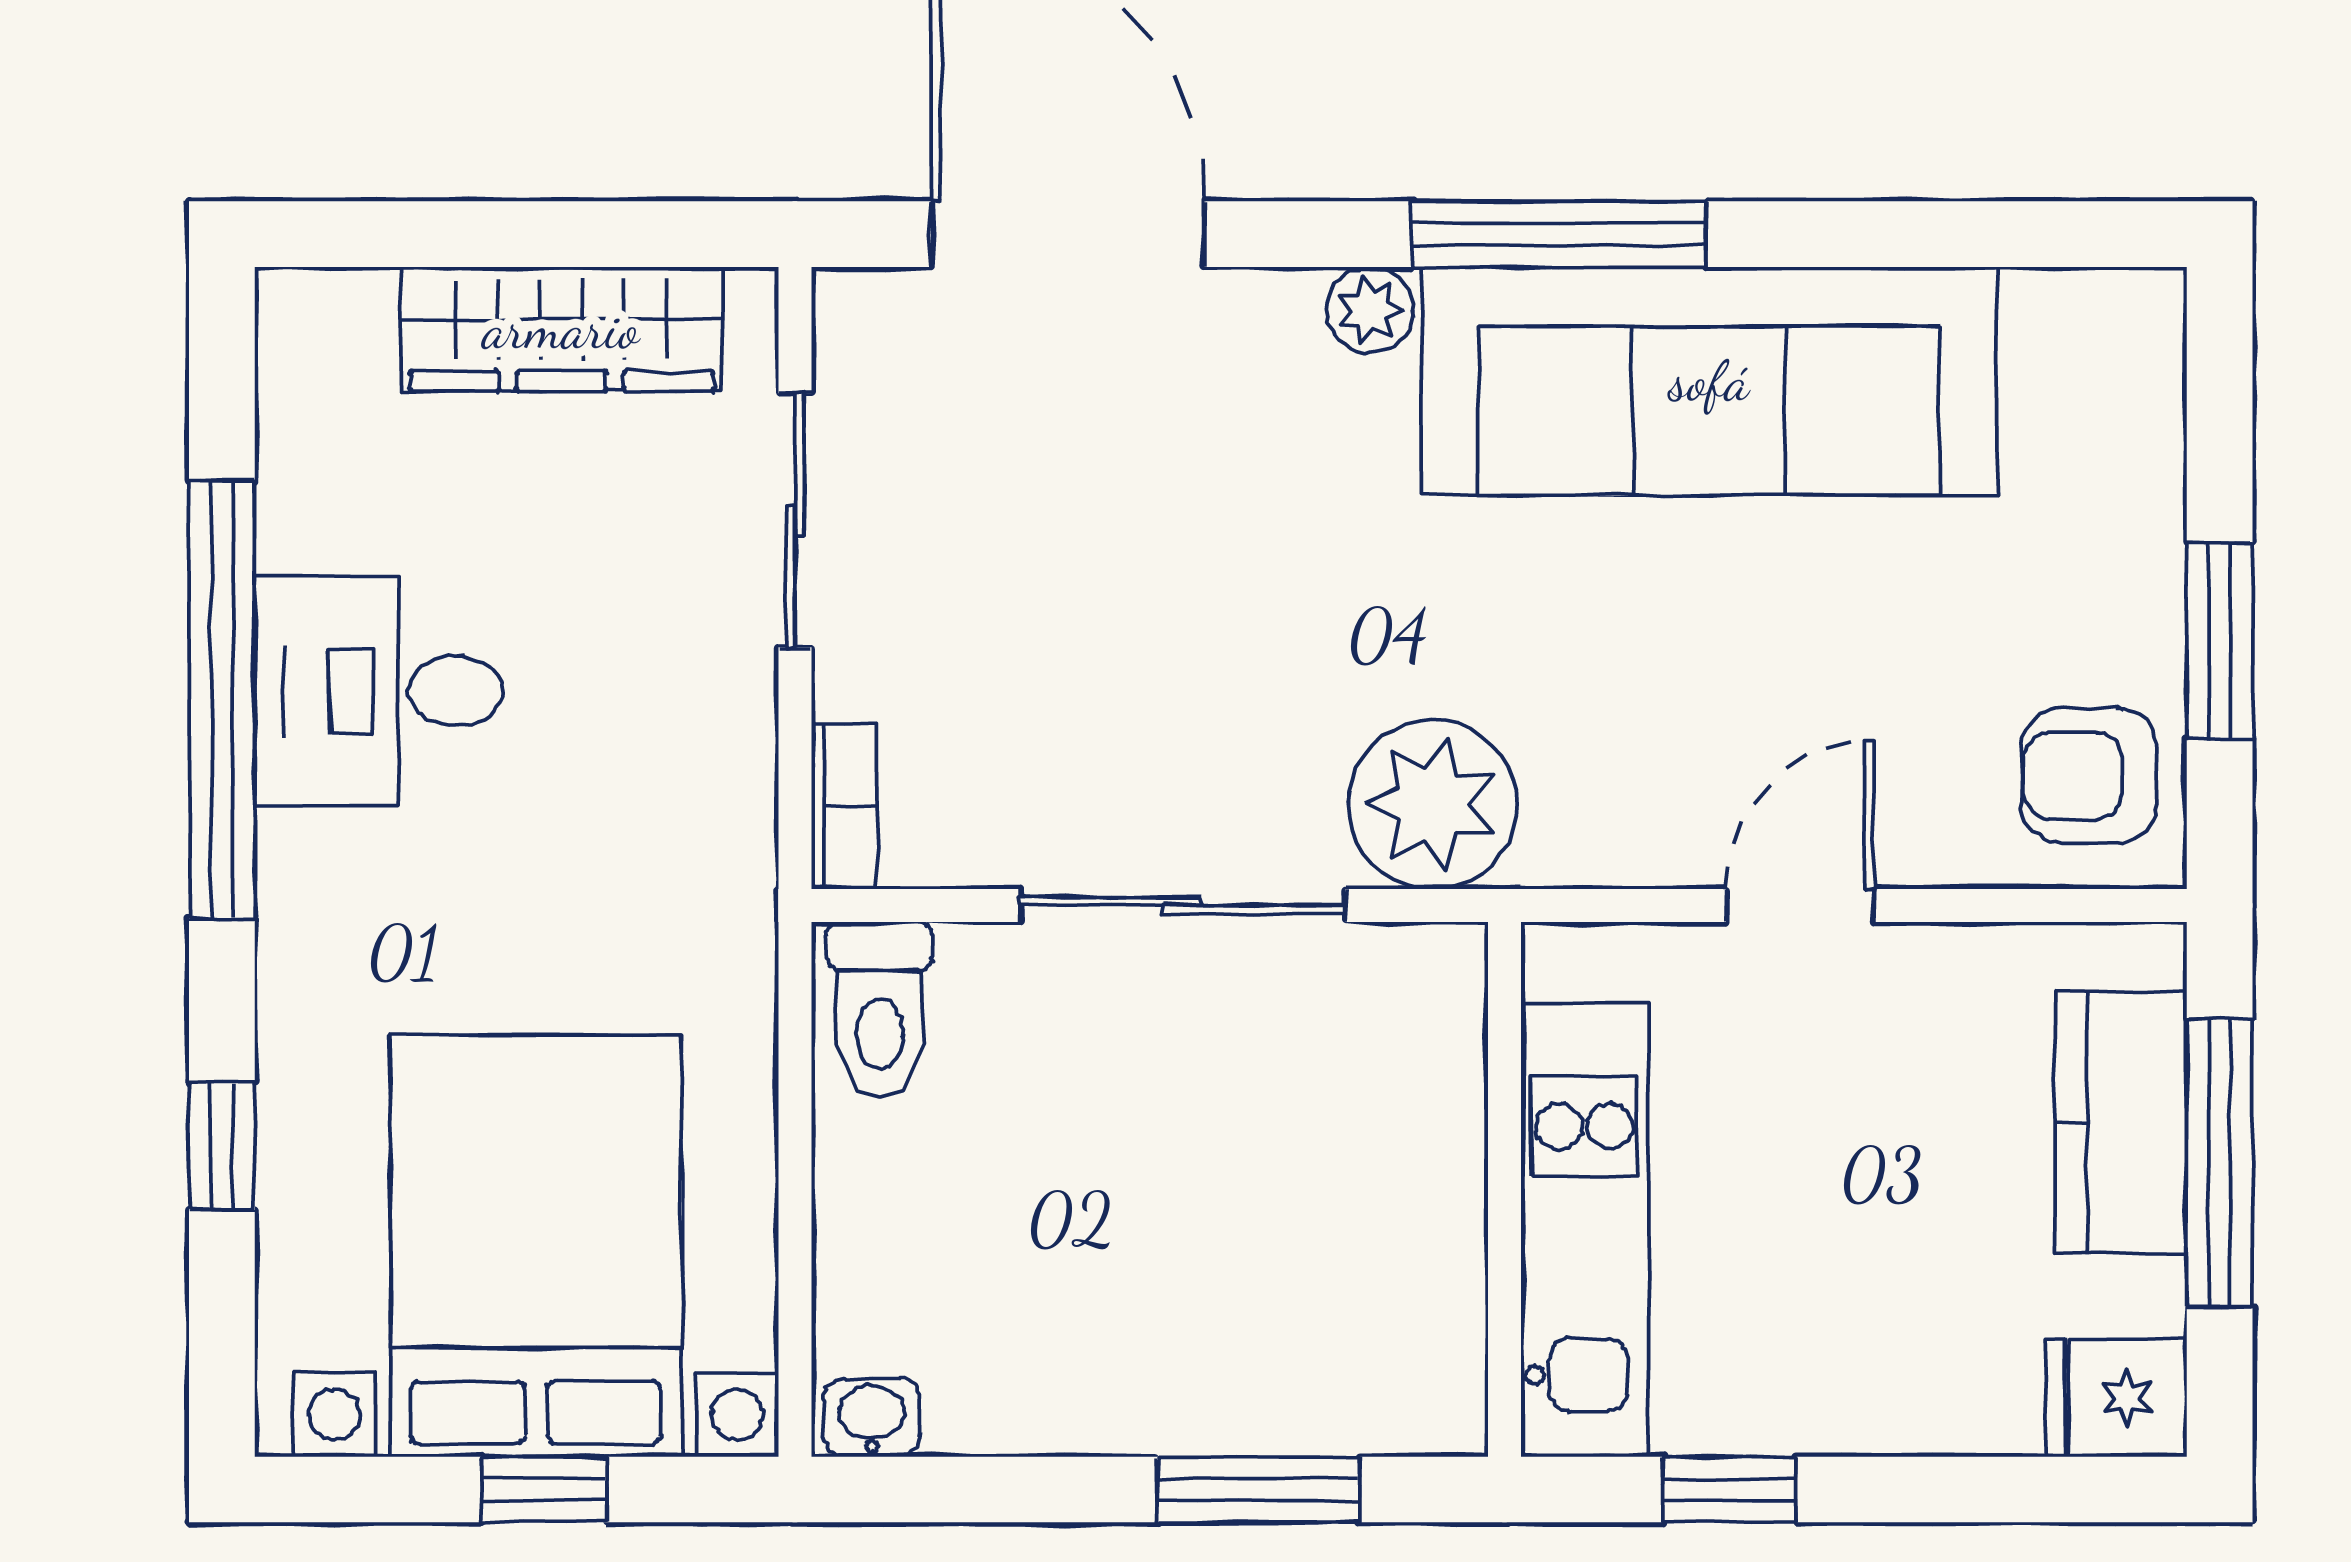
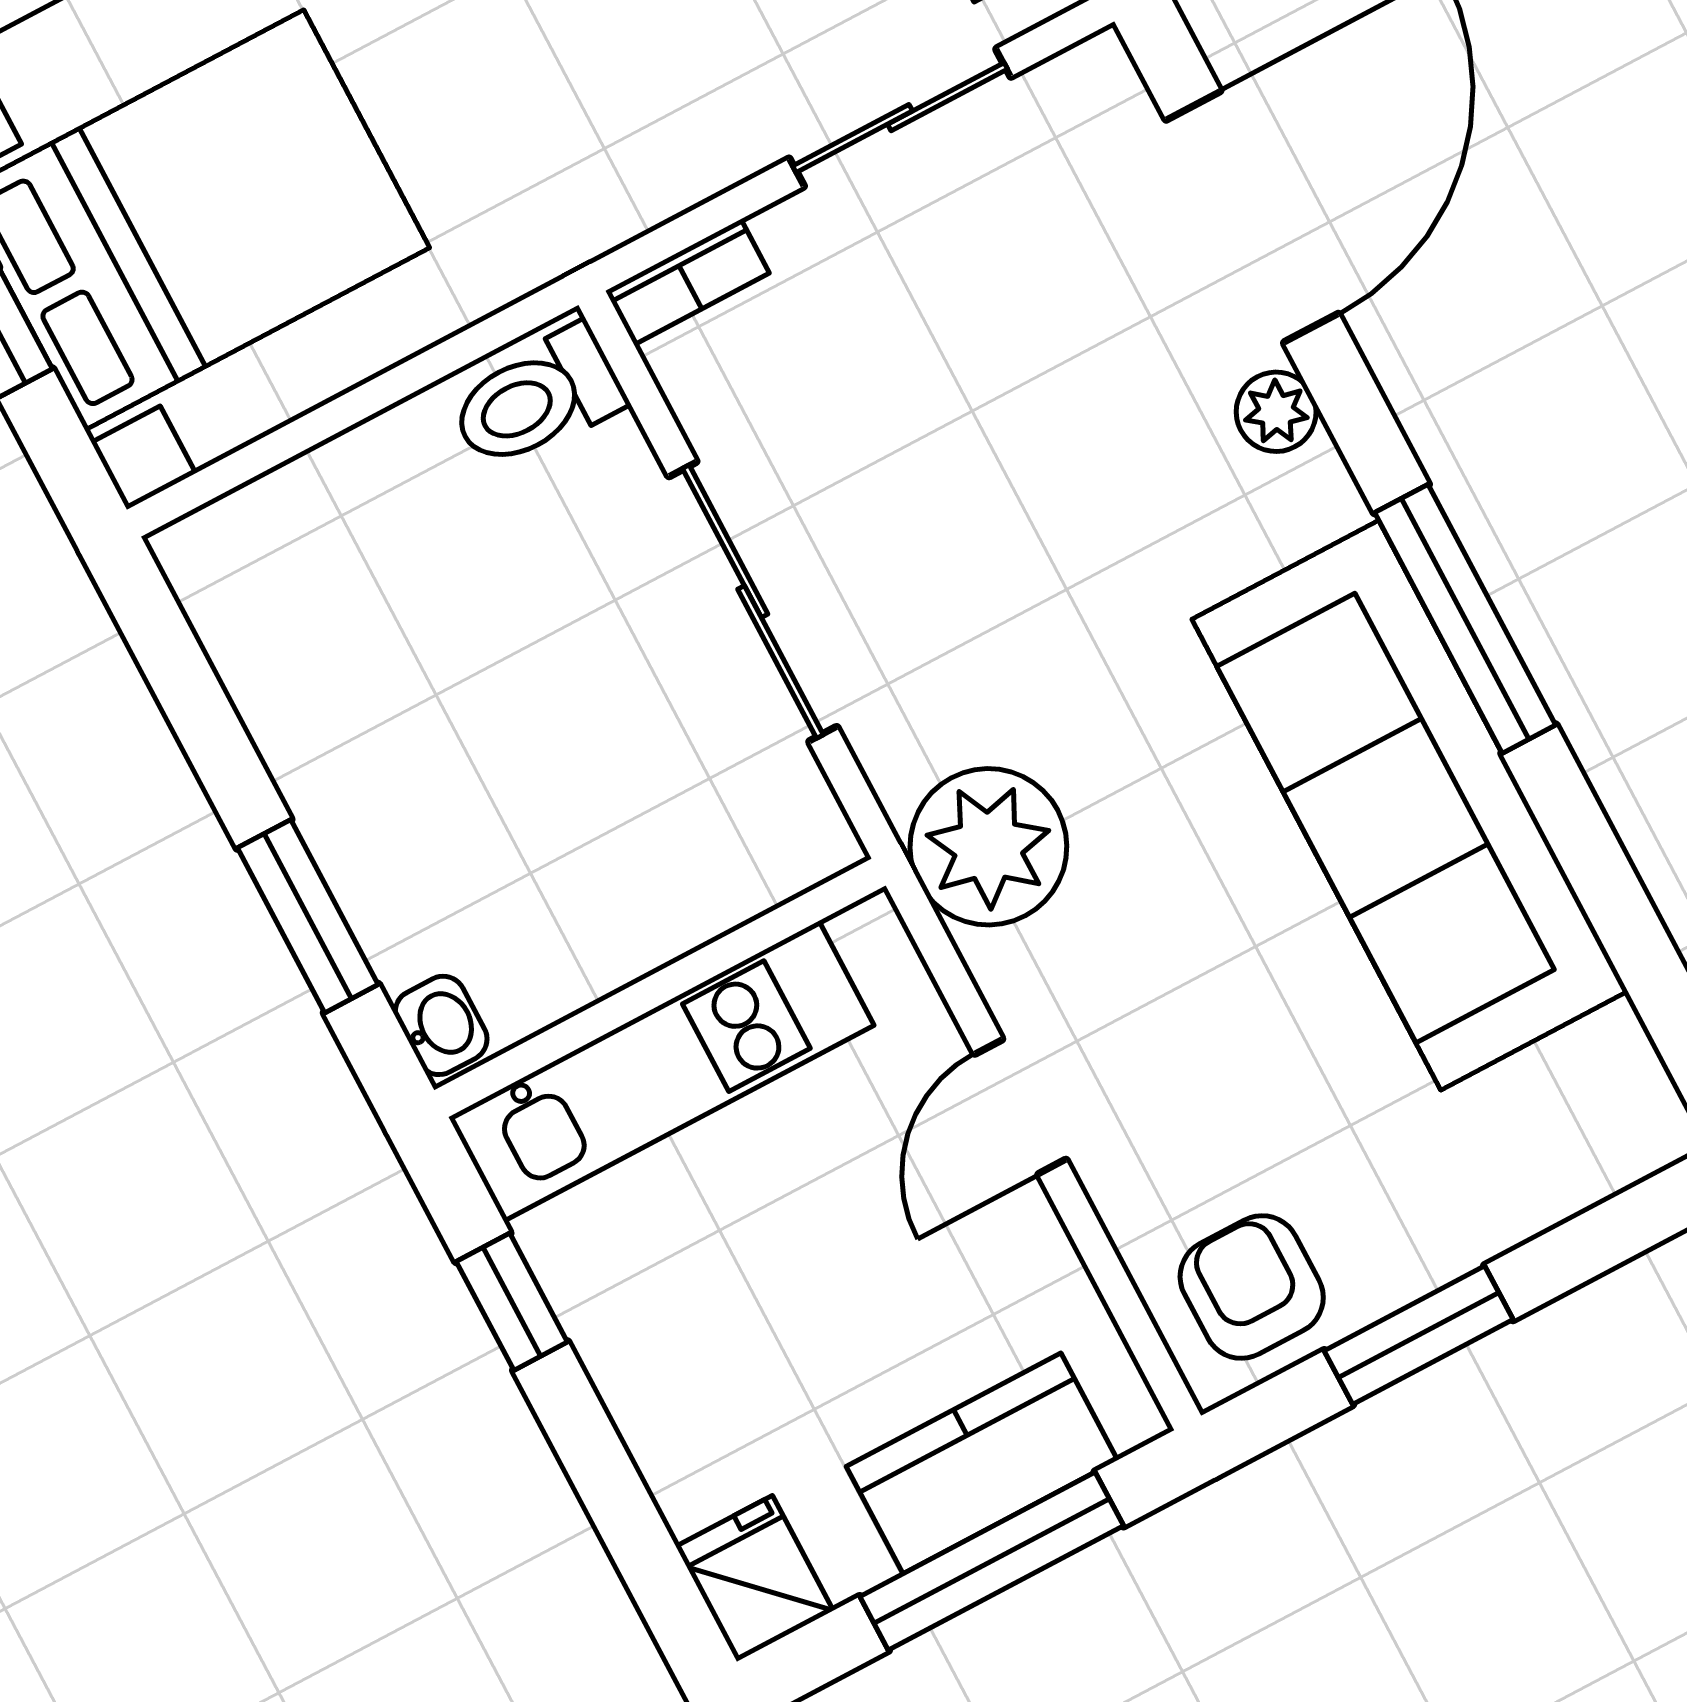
plant: (1370, 310) -> (1276, 412), moved
plant: (1432, 804) -> (988, 847), moved
door: (1800, 905) -> (1020, 1107), swing flipped
washbasin: (872, 1417) -> (441, 1025), moved

